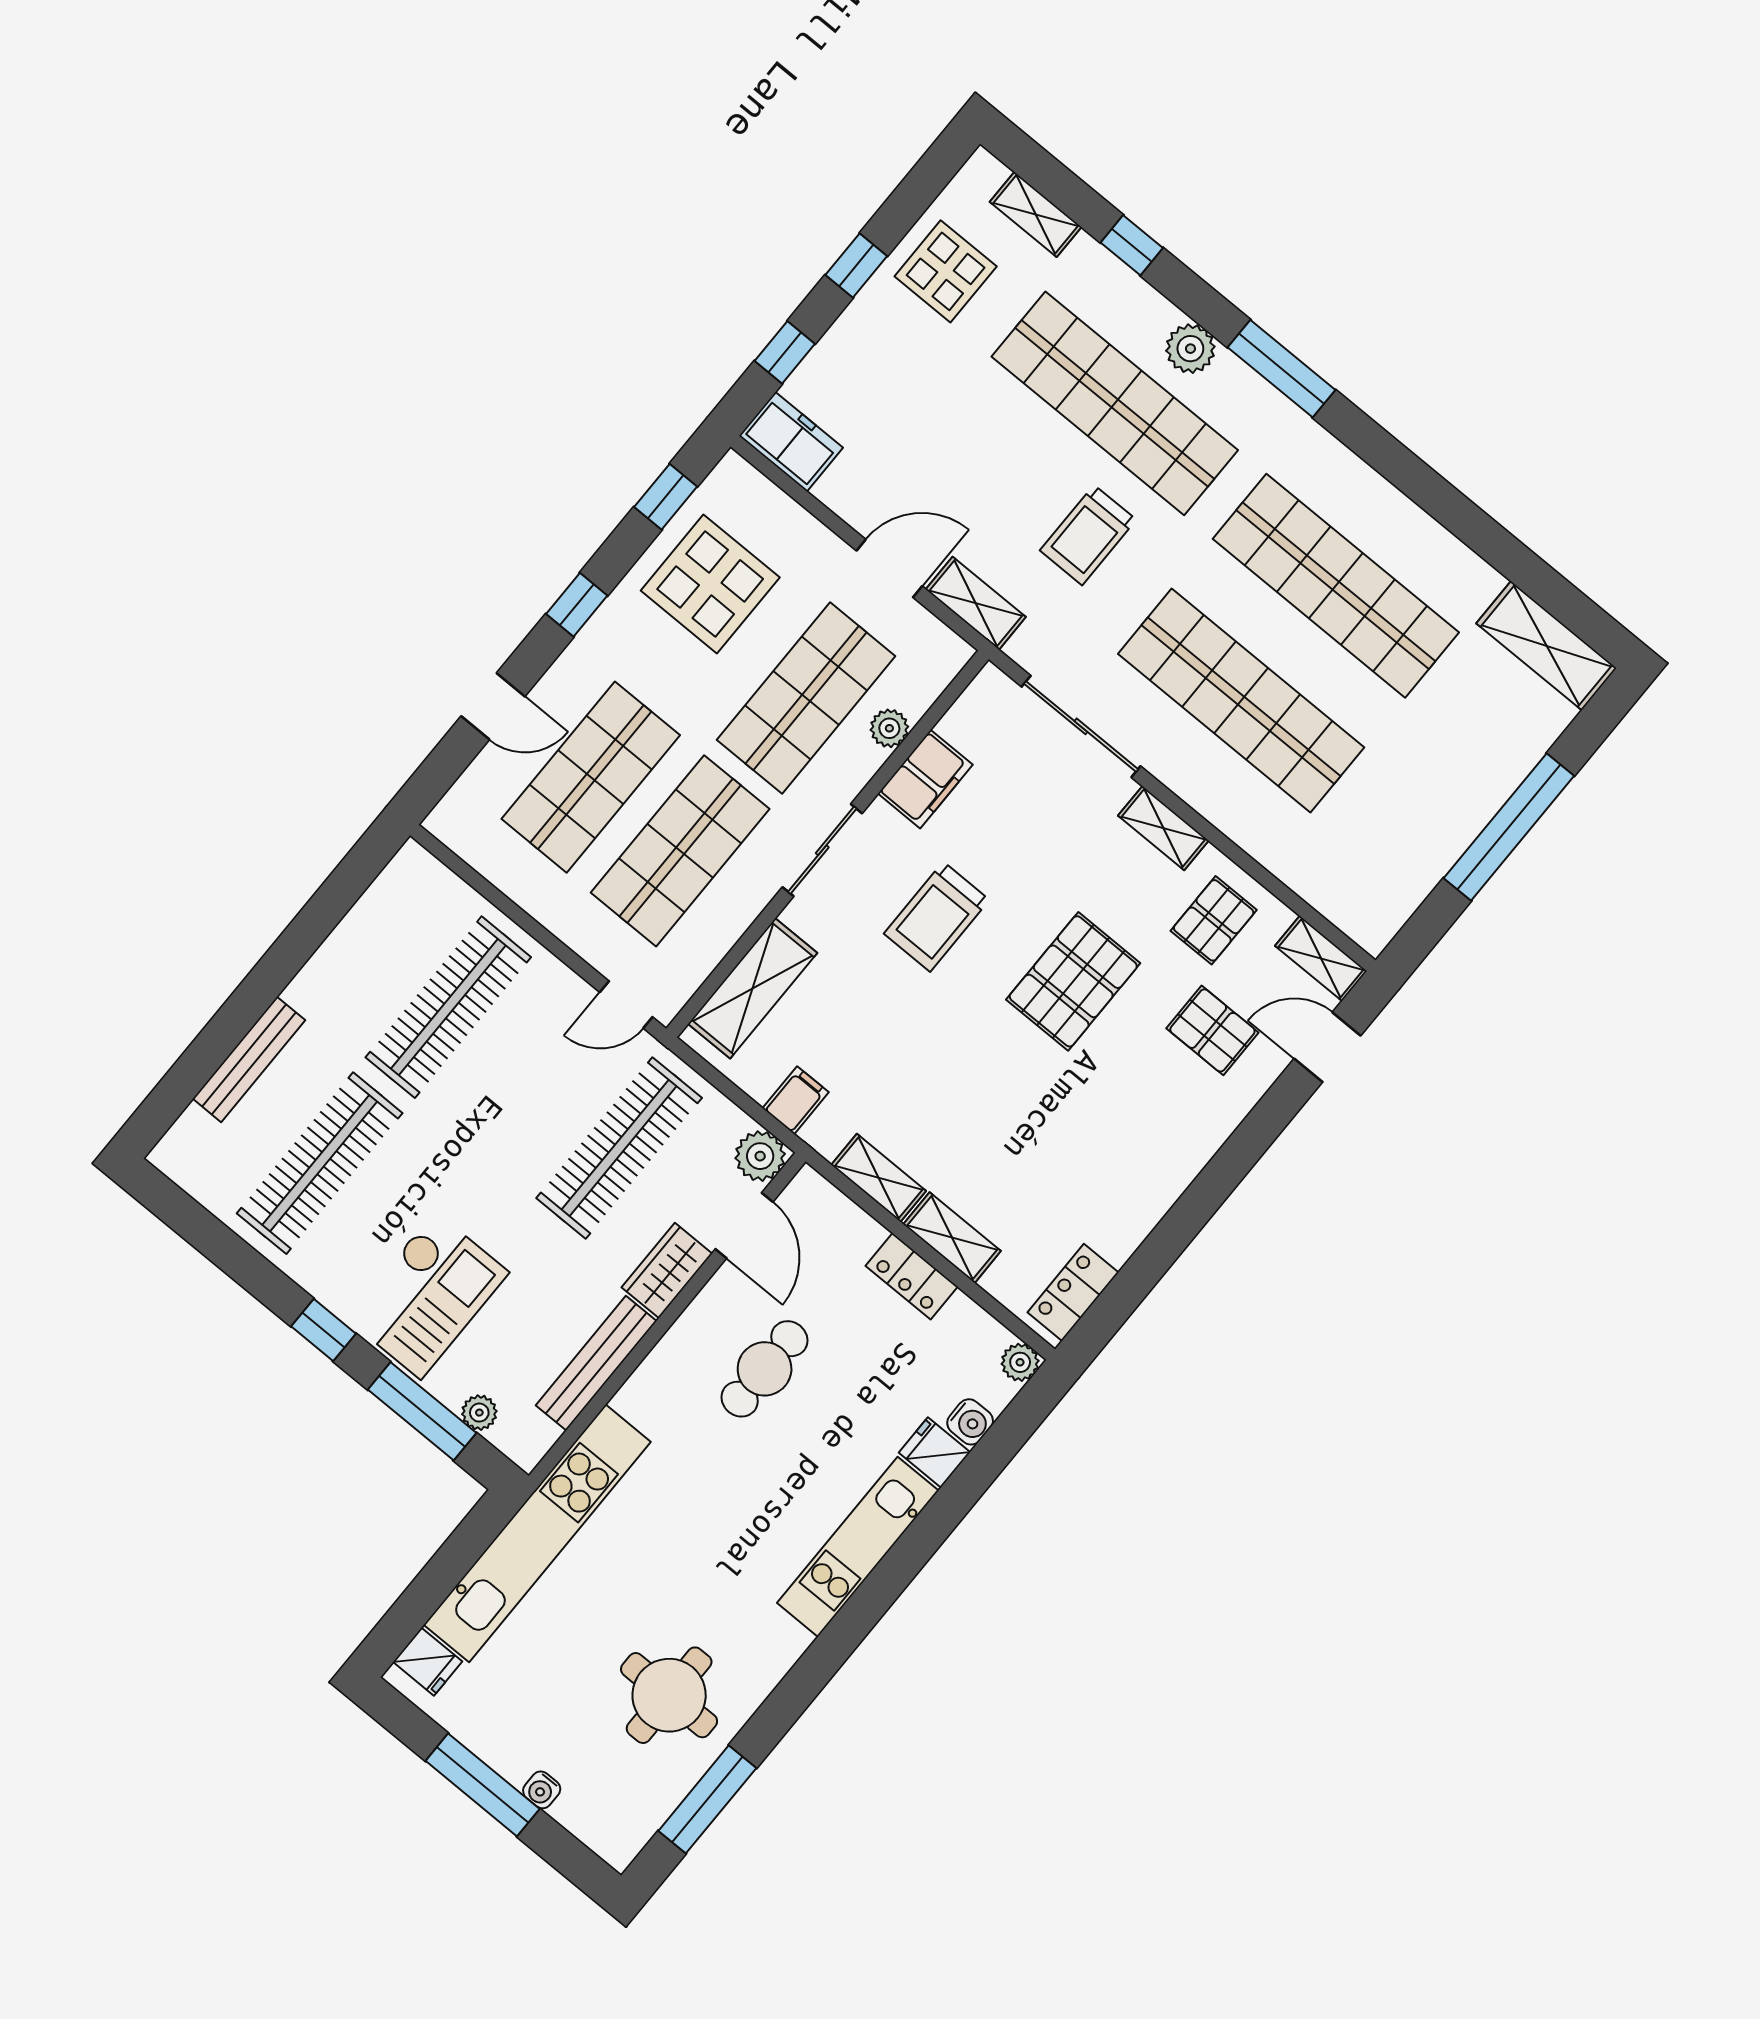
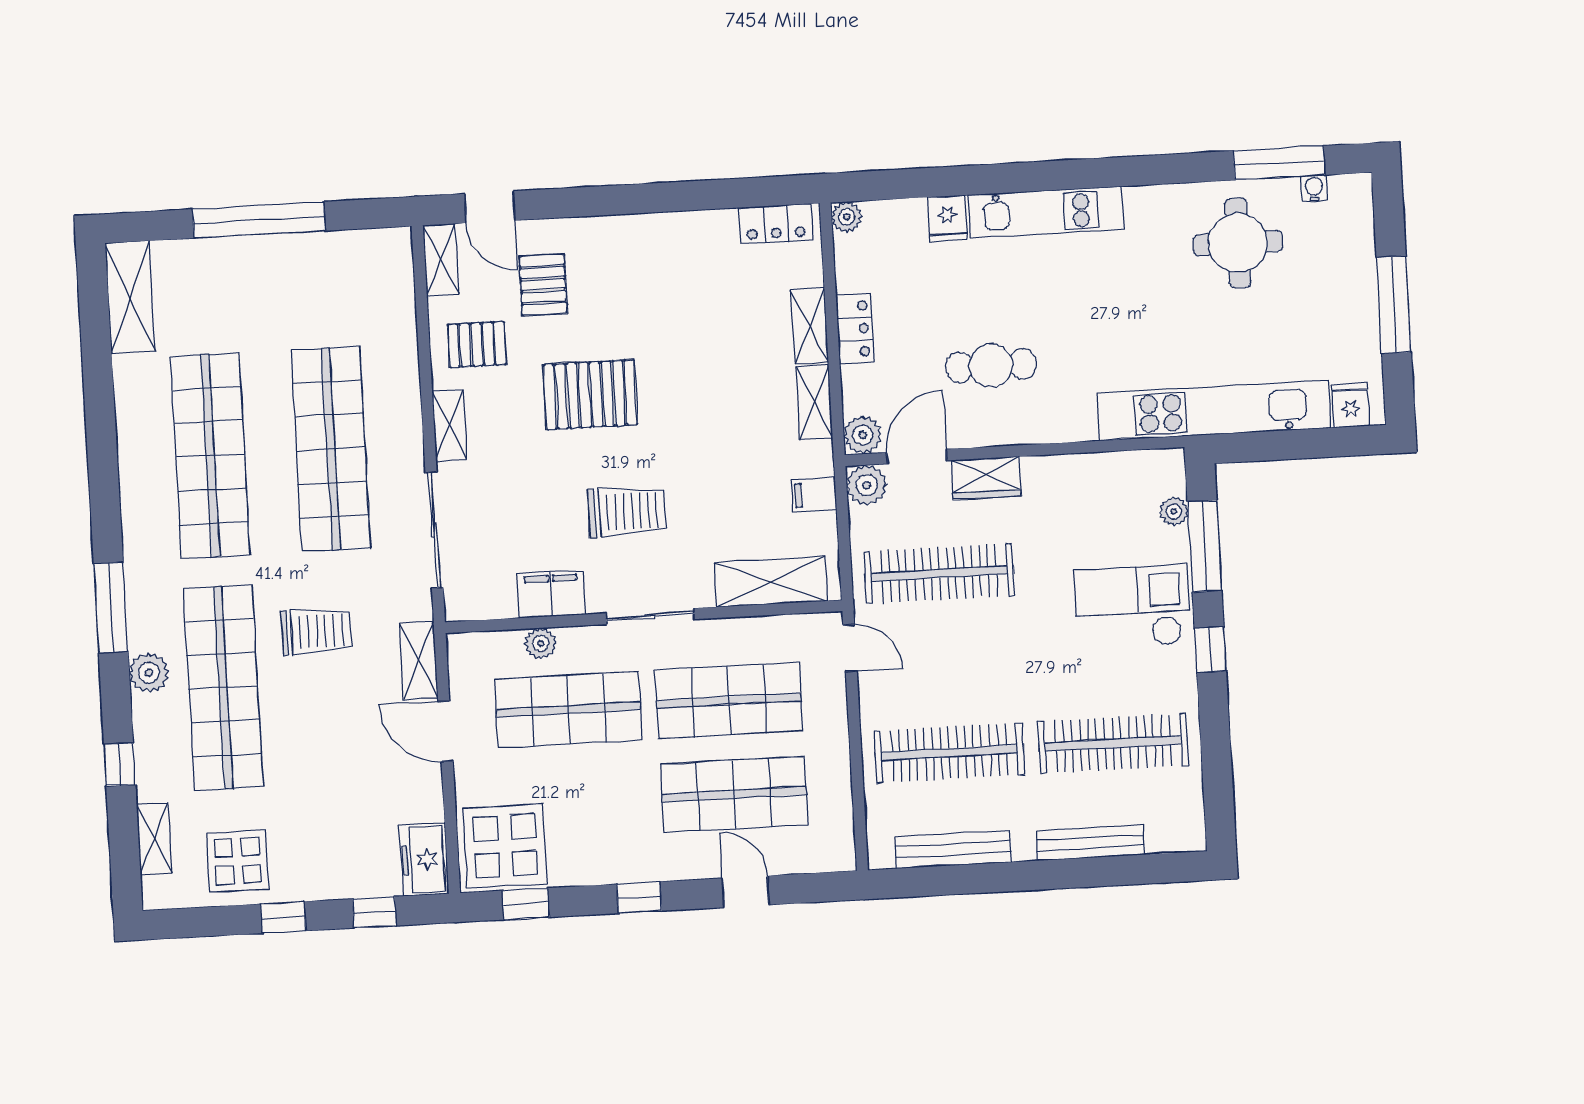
display table: (710, 584) -> (505, 846), moved
plant: (809, 1194) -> (863, 435), added
bench: (596, 1363) -> (953, 849), moved
water cooler: (970, 1422) -> (910, 214), removed
water cooler: (542, 1790) -> (1314, 188), moved, turned -90

